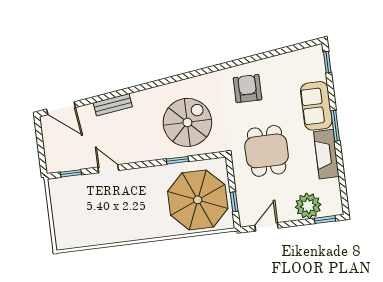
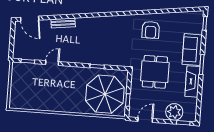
armchair: (248, 89) -> (151, 30), turned 180
spiral stairs: (187, 122) -> (108, 44), removed
door: (108, 169) -> (52, 63), hinge flipped

